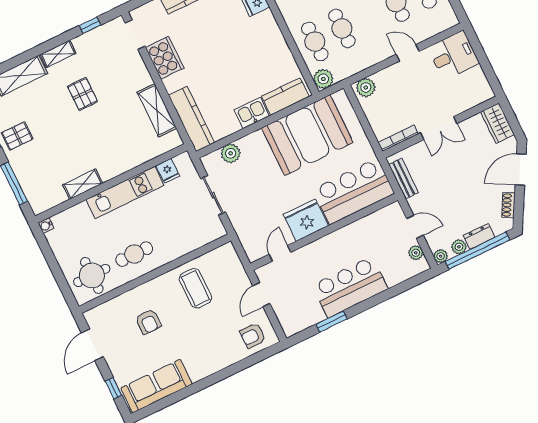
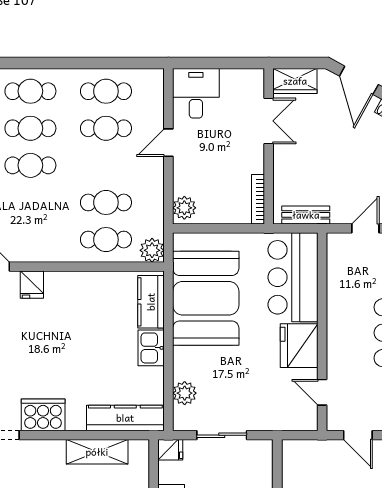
double door: (439, 128) -> (269, 121), moved
fridge: (168, 171) -> (170, 450), moved

